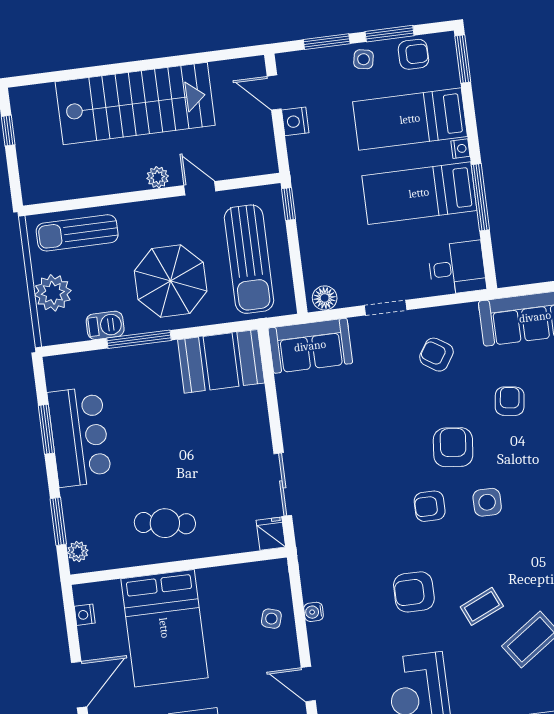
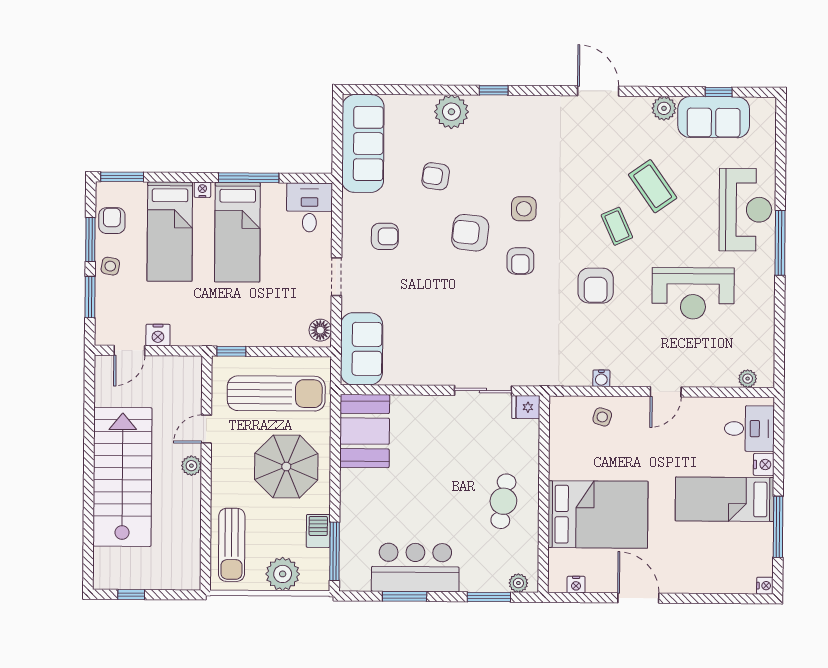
window: (139, 339) -> (335, 551), moved
armchair: (436, 355) -> (385, 236), turned -123

